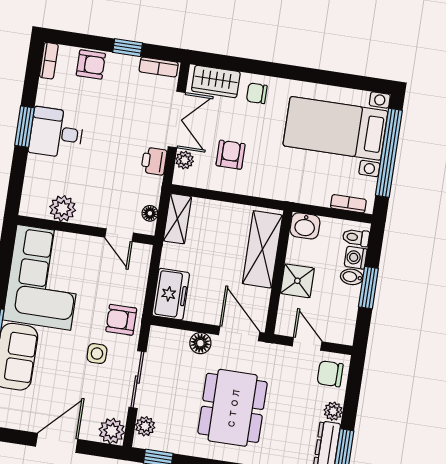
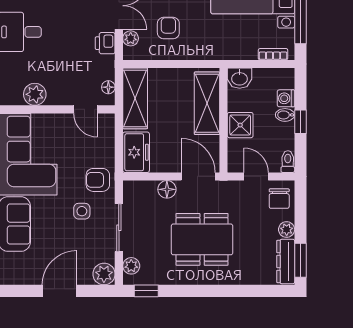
shelving: (177, 219) -> (135, 98), width x1.50, depth x1.33
toilet: (356, 237) -> (288, 162), moved, turned 90
window: (368, 288) -> (300, 122), width x0.67
chair: (330, 374) -> (279, 199), turned -90
dining table: (233, 408) -> (202, 239), turned 90

